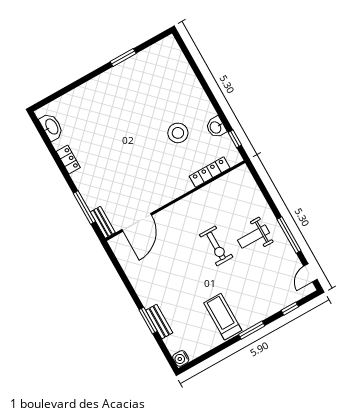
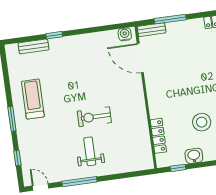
treadmill: (223, 317) -> (33, 99), turned -90
window: (148, 321) -> (54, 35), width x0.67
bench: (159, 322) -> (34, 46), moved
water cooler: (181, 358) -> (125, 34), moved

